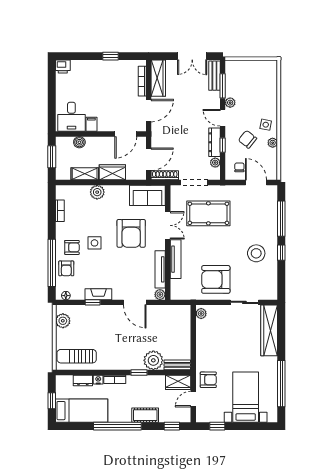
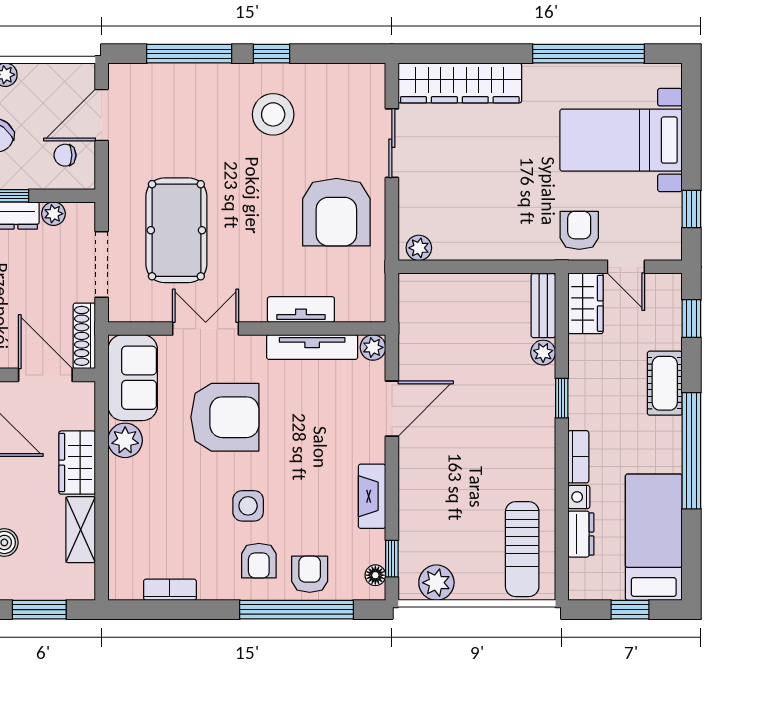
plant: (97, 192) -> (125, 440), moved
armchair: (72, 247) -> (259, 561), turned 180
tv unit: (176, 259) -> (301, 310), width x0.71
armchair: (66, 268) -> (310, 574), turned -90
window: (93, 302) -> (392, 559), moved
plant: (153, 360) -> (543, 353), width x0.53, depth x0.53

